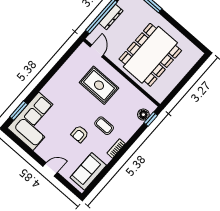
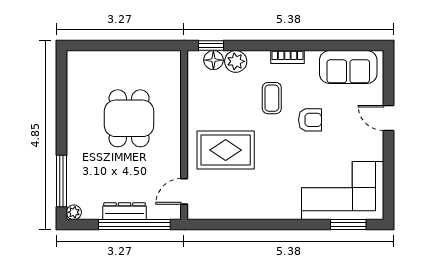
dining table: (150, 55) -> (129, 118), width x0.53, depth x0.80
rug: (99, 85) -> (226, 150), turned 90
plant: (134, 124) -> (236, 61), added

